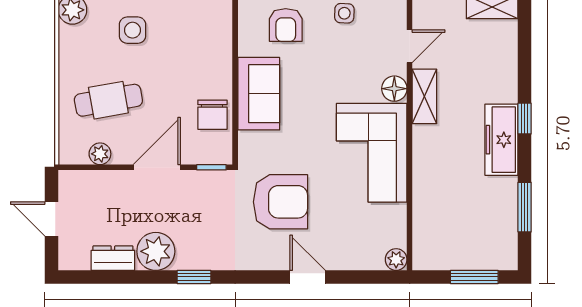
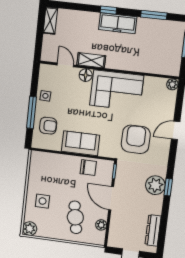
plant: (156, 251) -> (155, 185), moved
dresser: (113, 258) -> (153, 230), width x1.44

